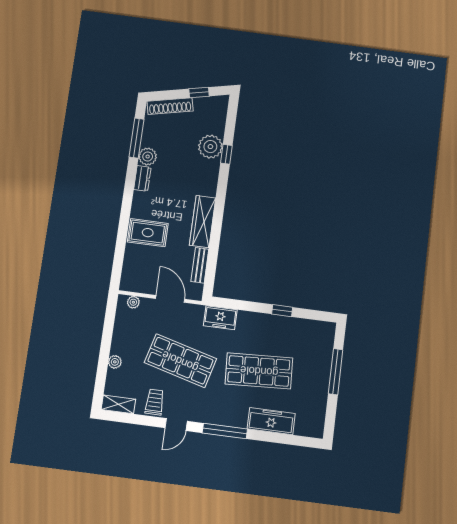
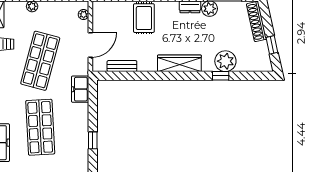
wardrobe: (203, 221) -> (179, 63), moved

